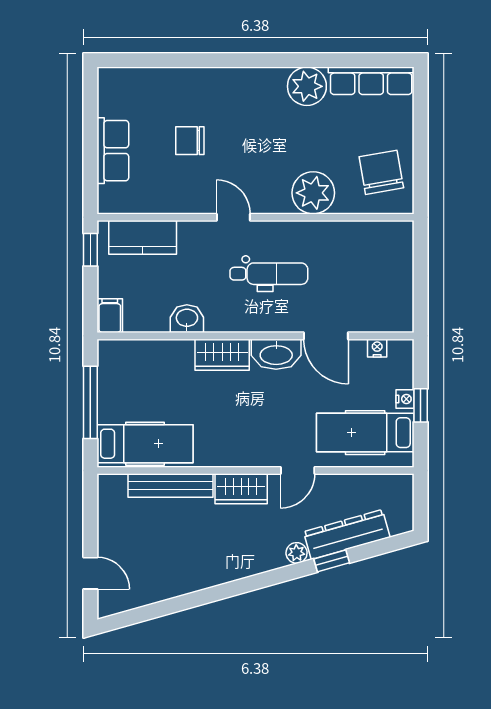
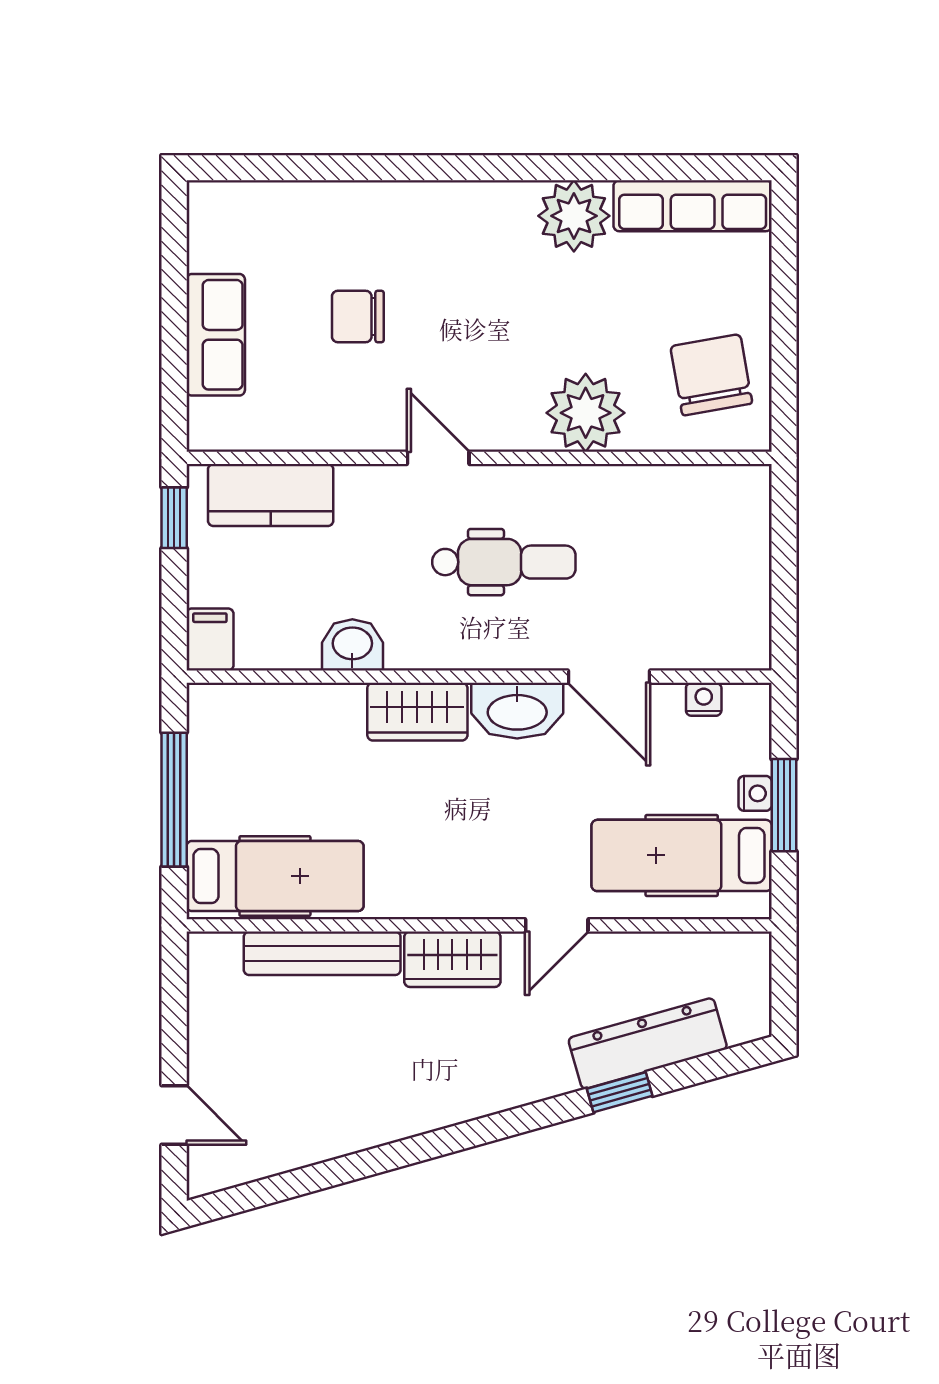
window: (421, 405) -> (784, 805), width x1.50
plant: (297, 553) -> (555, 1078), removed

